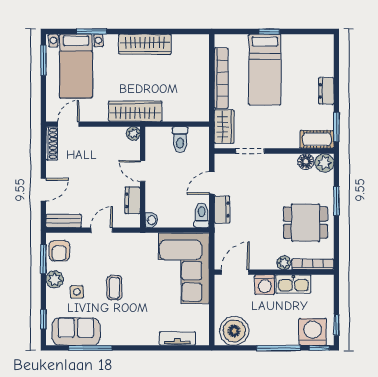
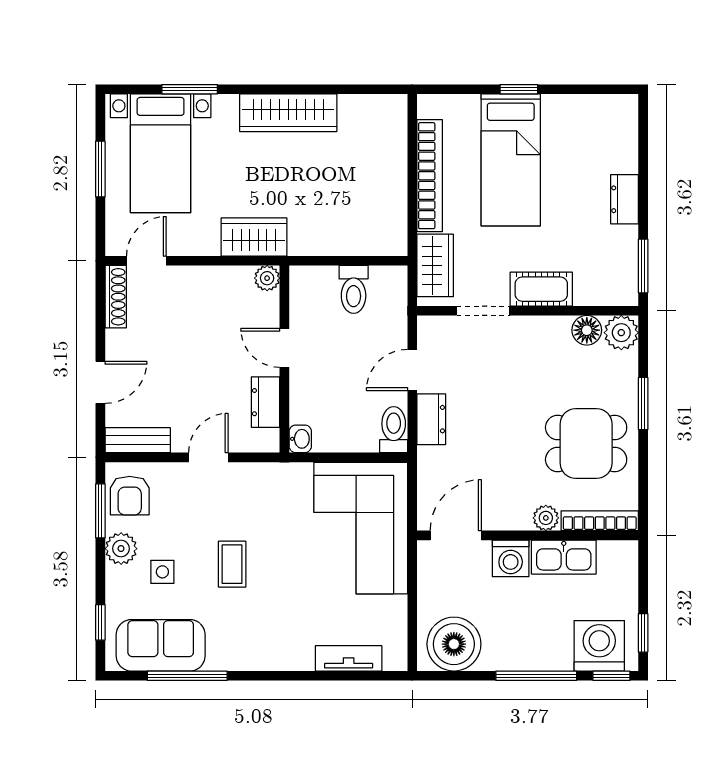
window: (43, 60) -> (100, 169), moved
wardrobe: (135, 111) -> (254, 237), width x0.67
cot: (317, 139) -> (541, 289), moved

